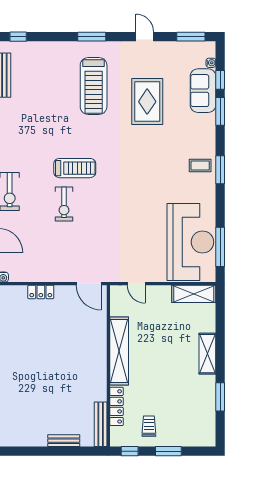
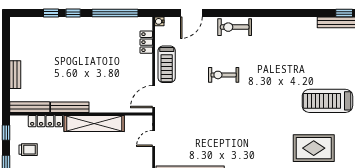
treadmill: (75, 168) -> (167, 64), moved
locker: (41, 292) -> (146, 42), moved
bench: (101, 379) -> (70, 107), added

